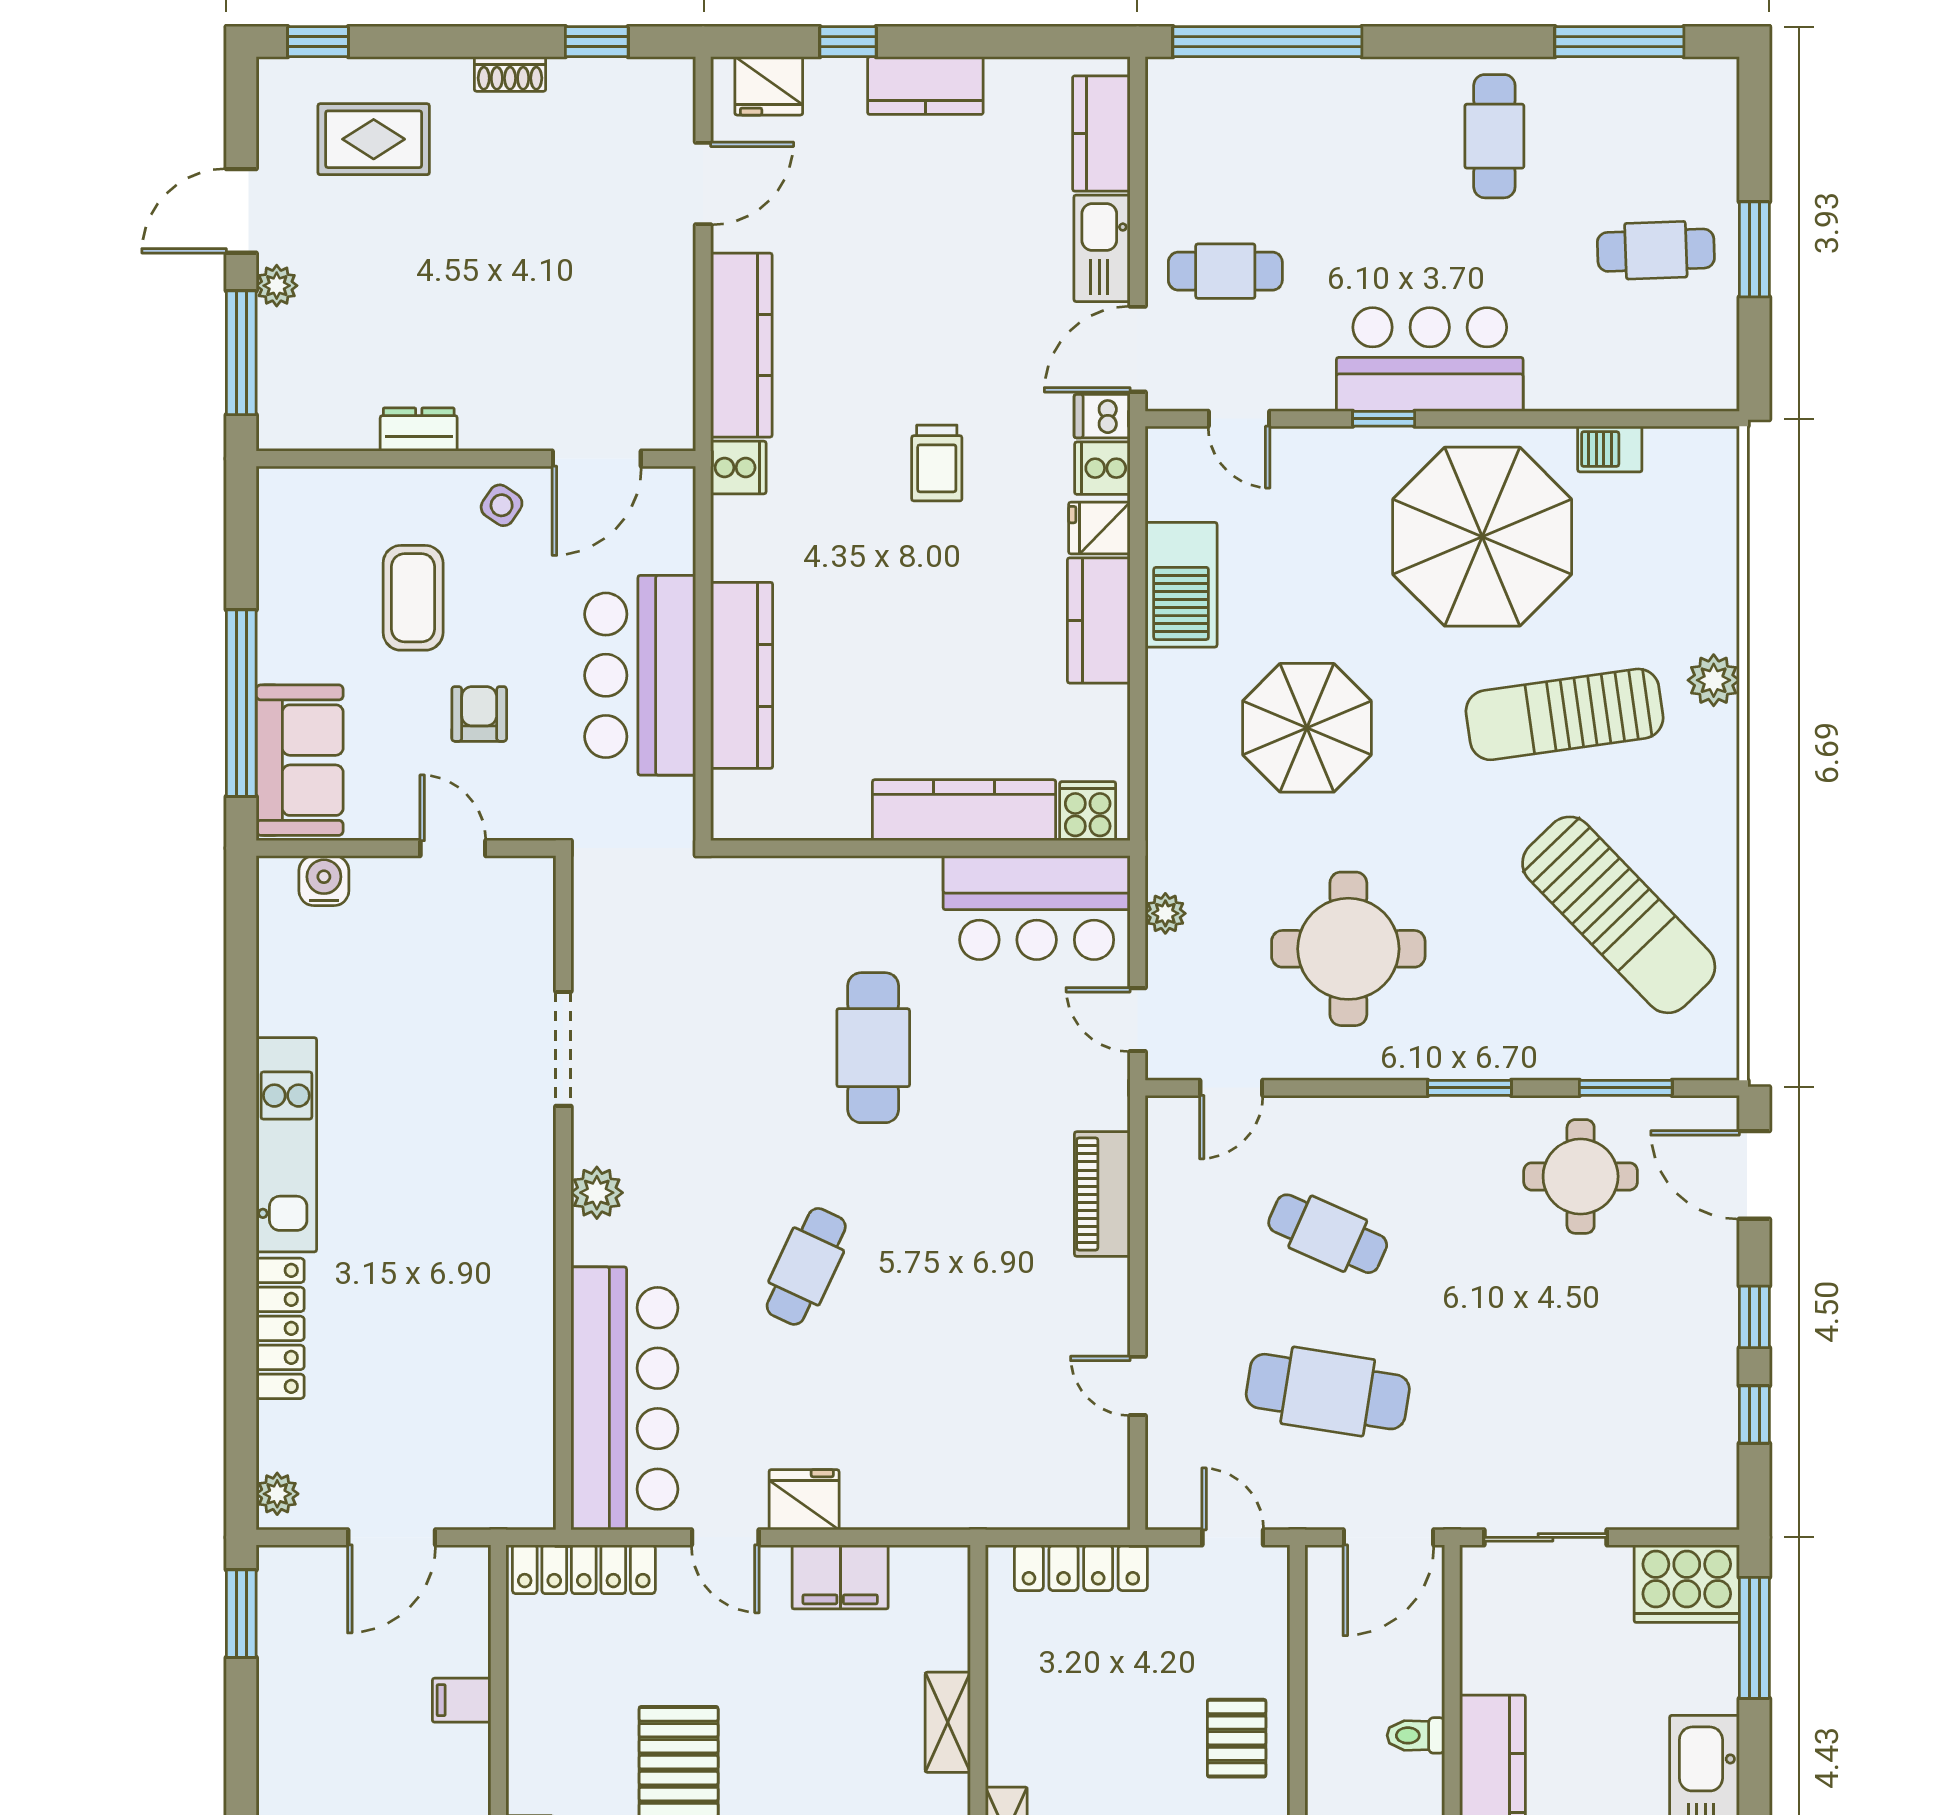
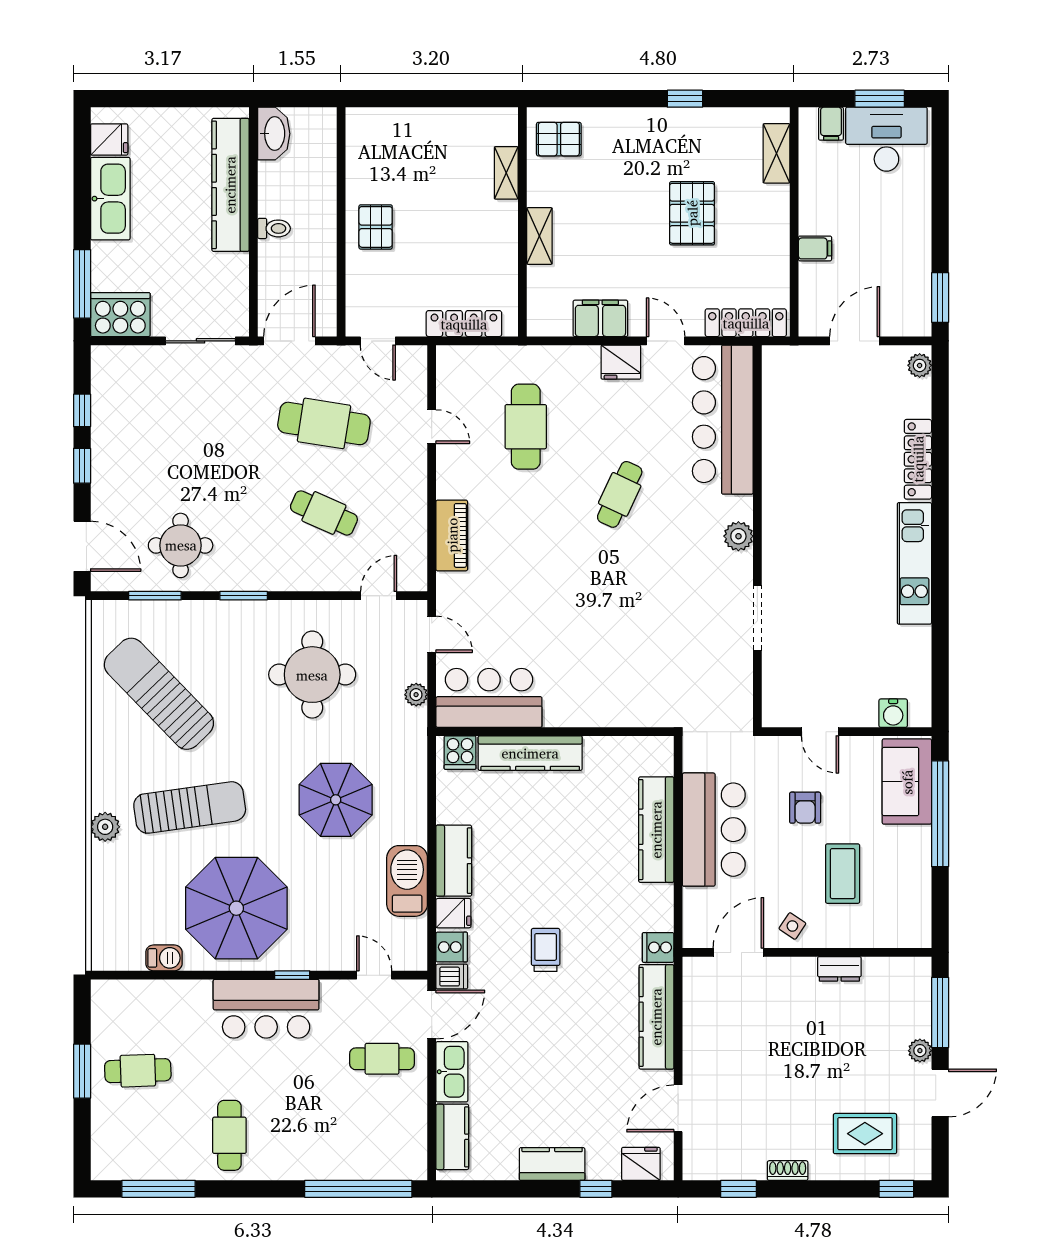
cafe table: (873, 1048) -> (526, 427), moved

